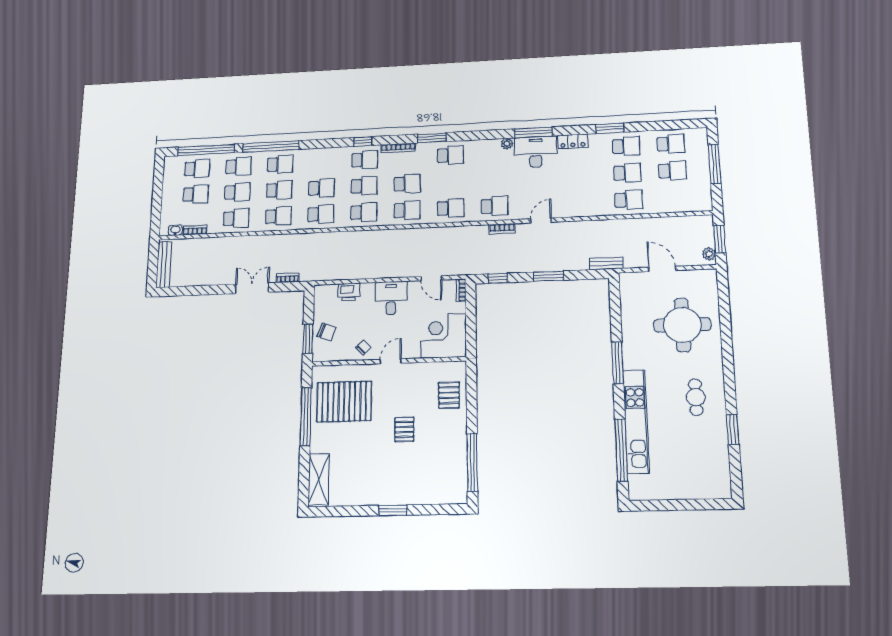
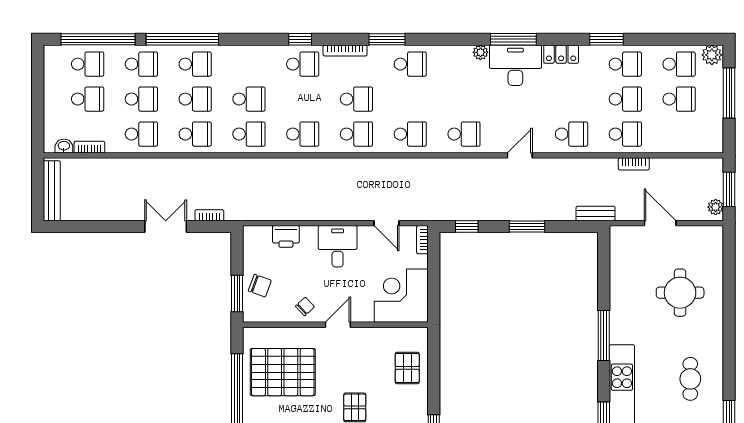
plant: (698, 135) -> (712, 55), added
school desk: (364, 186) -> (572, 134), moved
bookcase: (502, 229) -> (634, 164), moved
round table: (682, 325) -> (680, 293), width x0.73, depth x0.73

